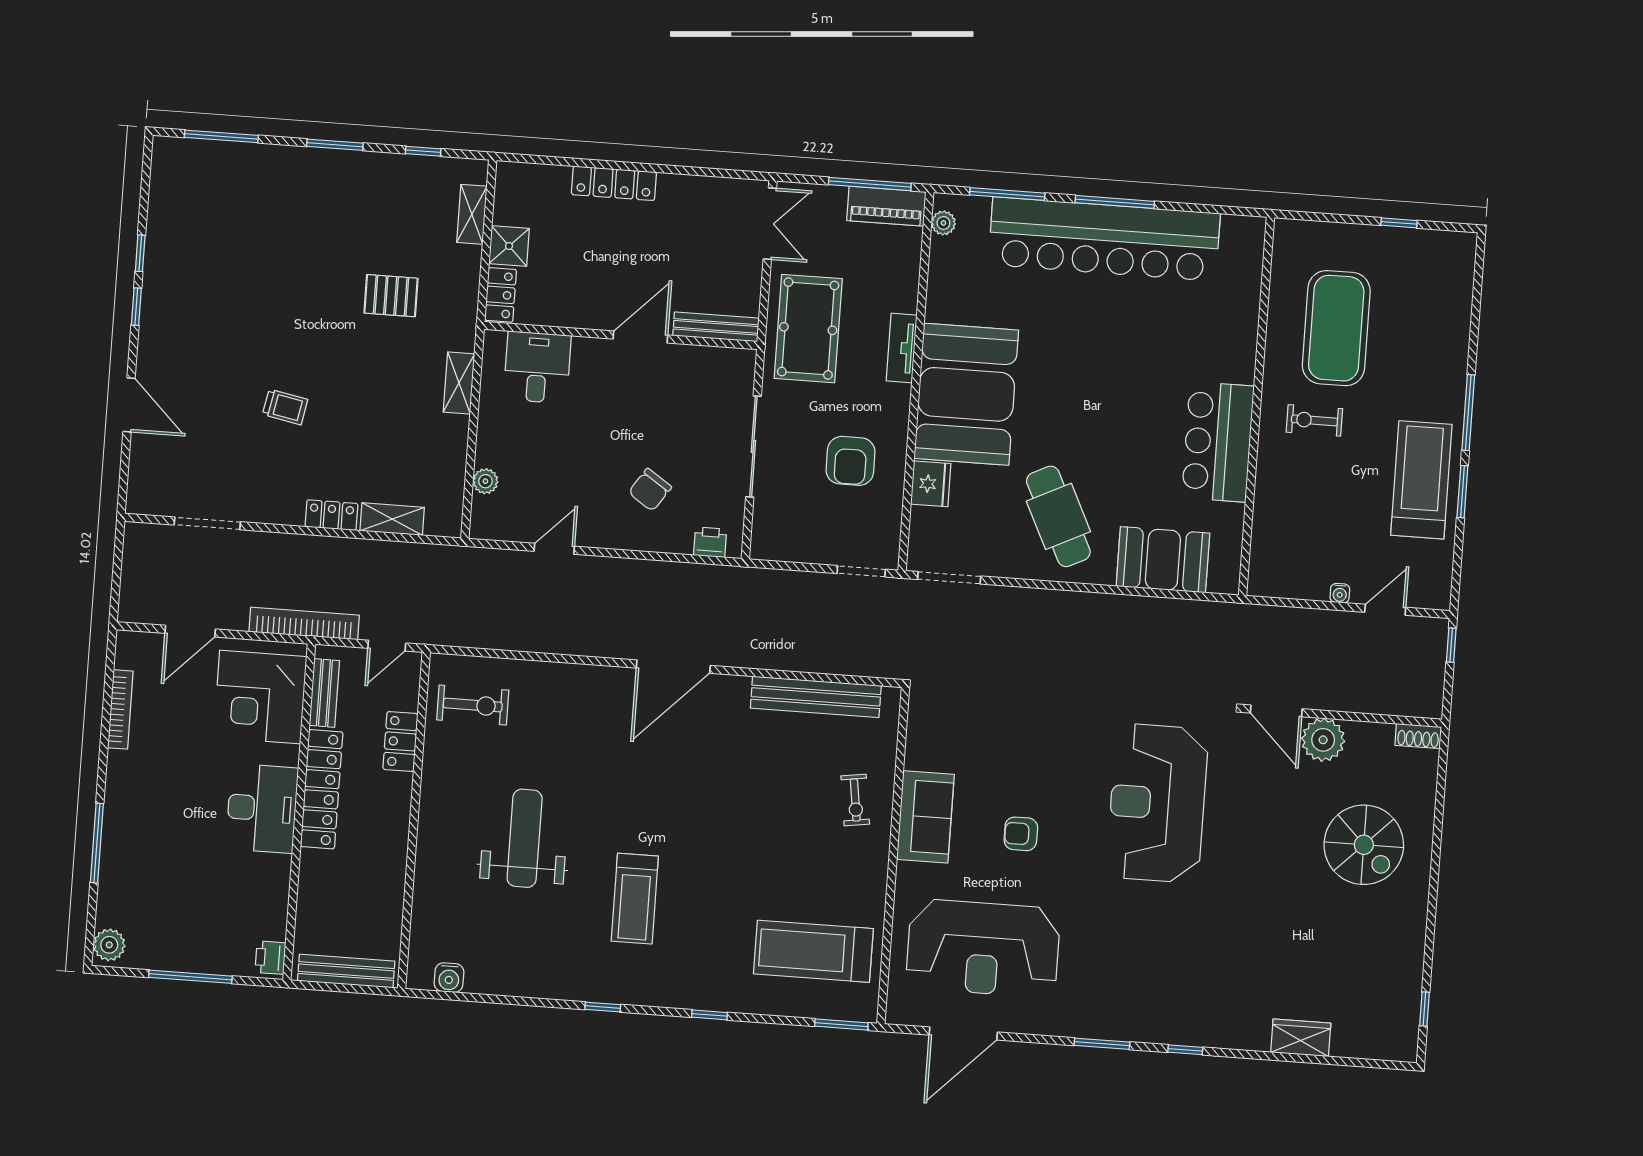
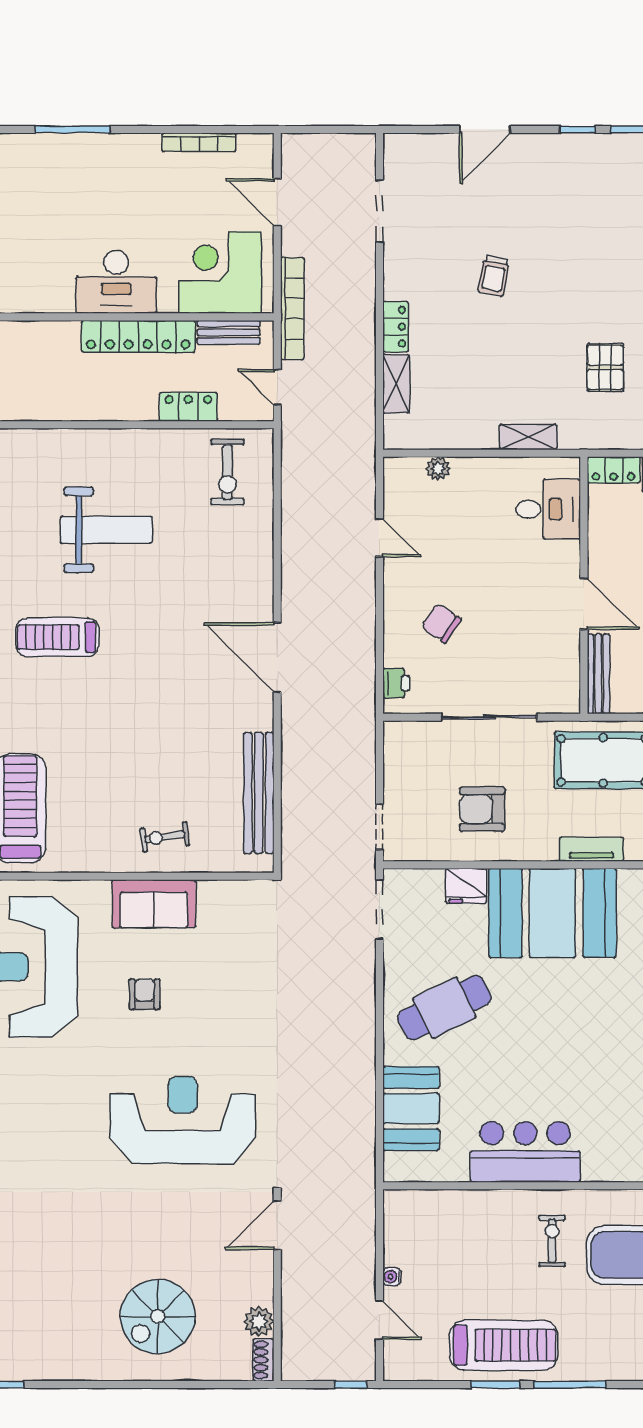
plant: (1323, 740) -> (259, 1321), moved, width x0.73, depth x0.73

